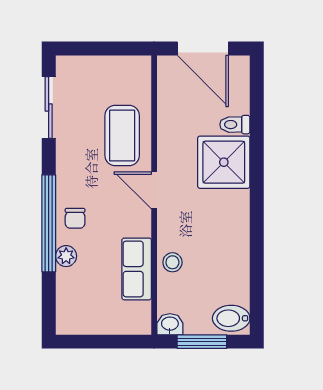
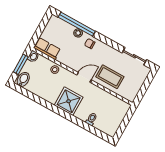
door: (203, 49) -> (125, 123), removed
shower: (224, 162) -> (69, 101), moved
window: (49, 223) -> (77, 24), moved
row of seats: (137, 269) -> (47, 49), moved

